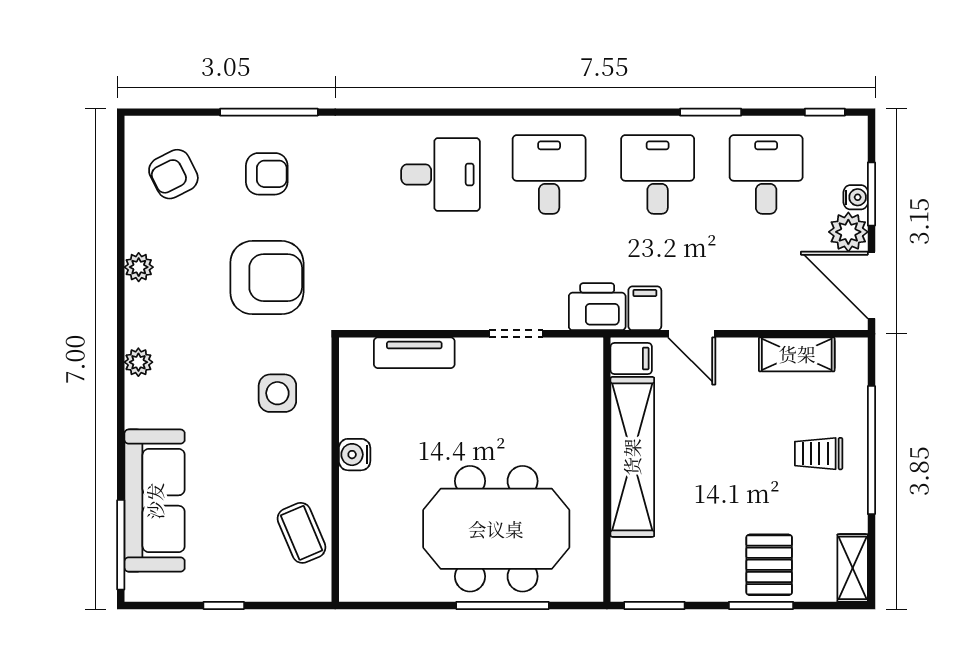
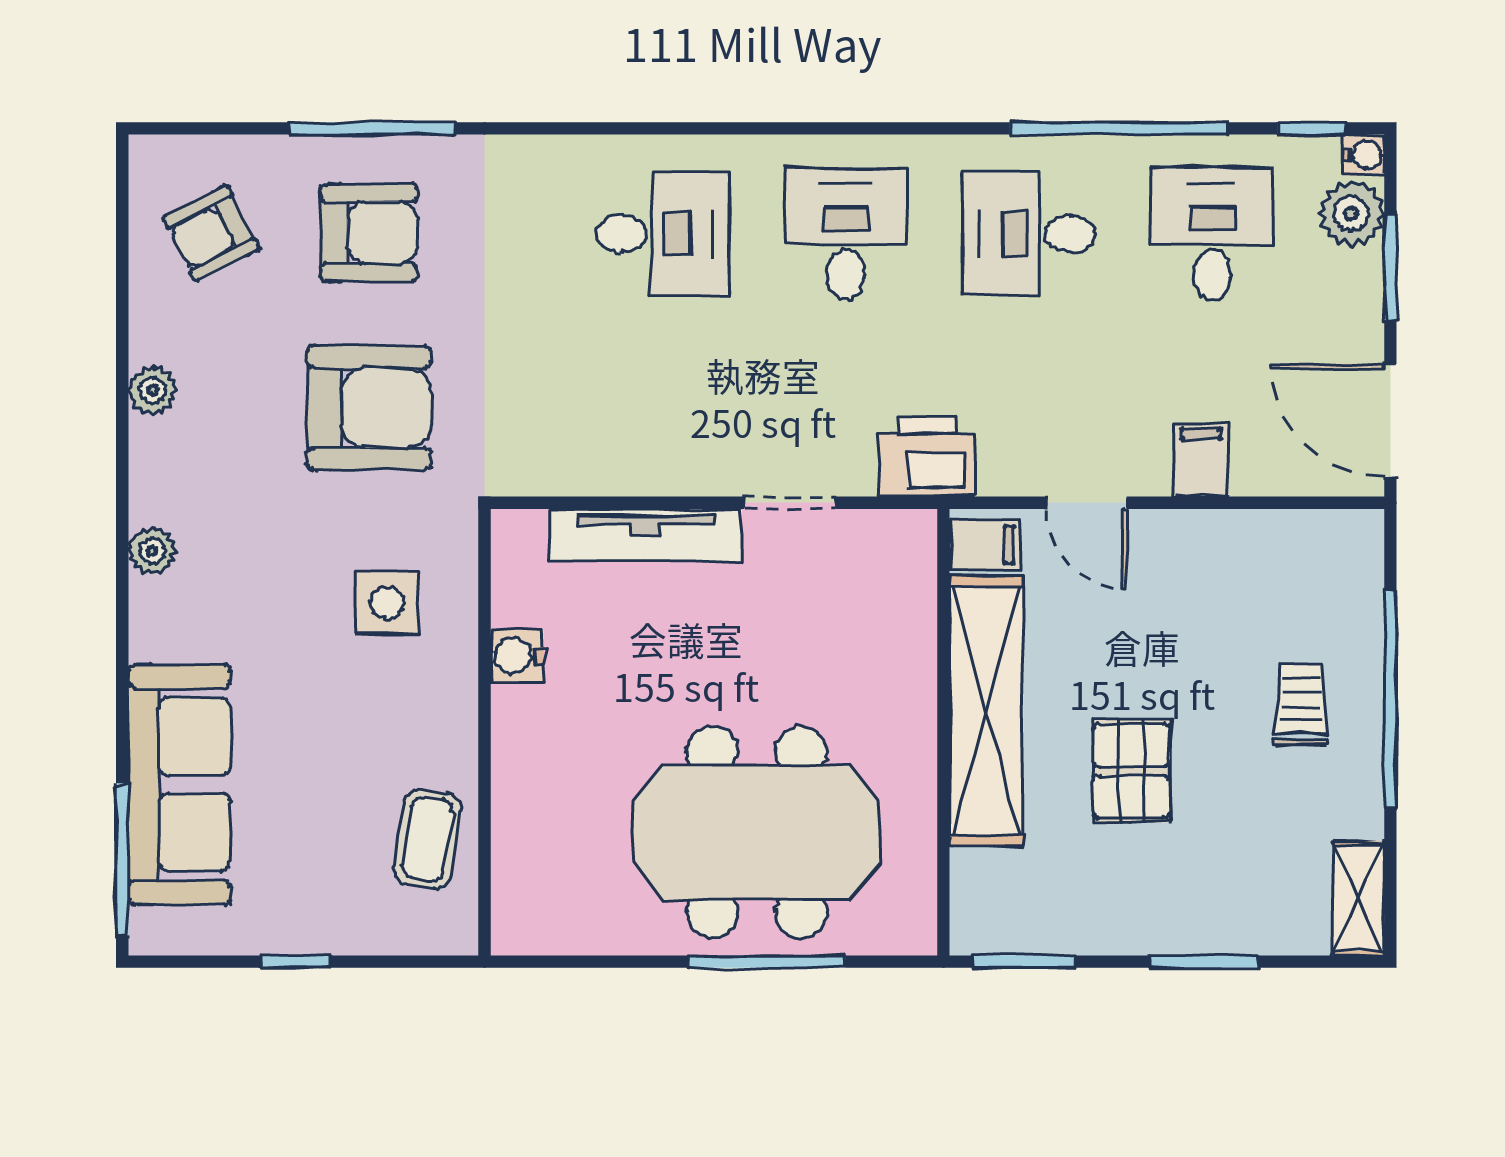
window: (711, 112) -> (1119, 128), width x2.11
armchair: (267, 174) -> (369, 233), width x1.38, depth x1.38
desk: (658, 174) -> (1029, 234), turned -90
water cooler: (856, 197) -> (1364, 155), moved
plant: (848, 232) -> (1351, 214), moved
filing cabinet: (645, 308) -> (1201, 460), moved
tv unit: (414, 353) -> (646, 535), width x1.41
shelving: (797, 354) -> (1264, 538), removed
trolley: (819, 454) -> (1301, 705), turned 90
water cooler: (355, 455) -> (517, 656), moved
coffee table: (302, 533) -> (428, 839), turned 32
pallet: (769, 565) -> (1131, 771), moved

